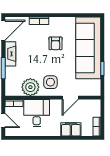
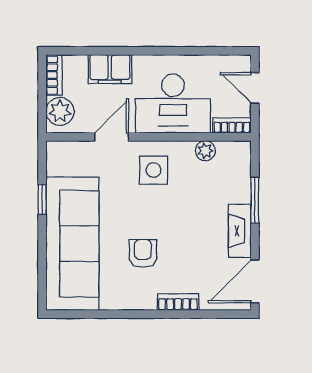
plant: (30, 87) -> (205, 151), width x0.53, depth x0.53
plant: (94, 110) -> (60, 111), added
desk: (37, 113) -> (173, 104), width x1.37

